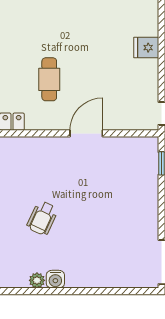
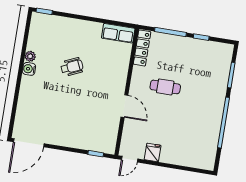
fridge: (146, 48) -> (153, 152), moved
wheelchair: (42, 218) -> (72, 67), turned 131

